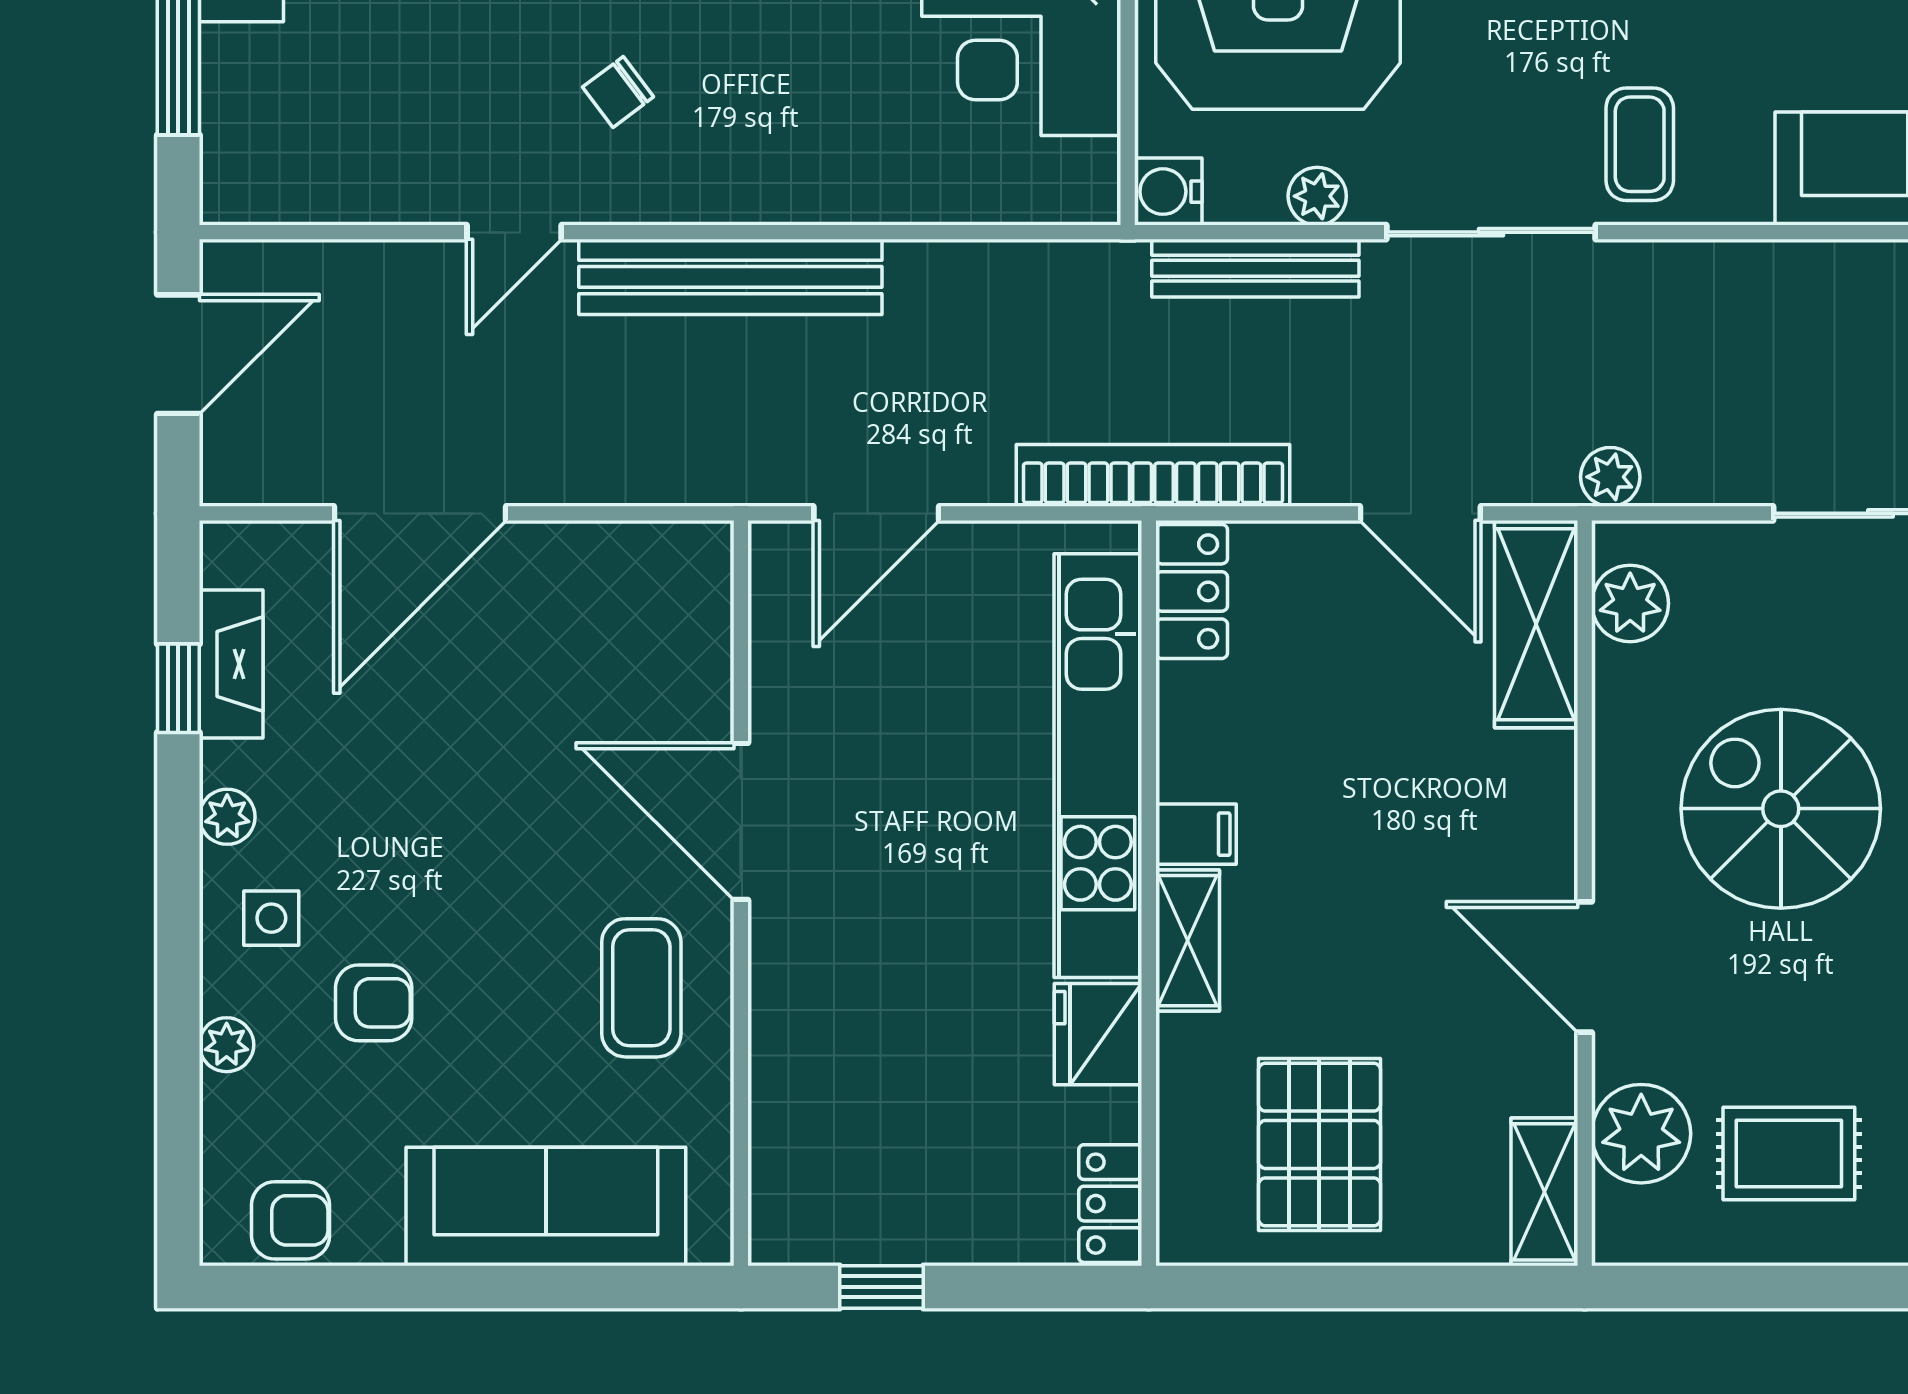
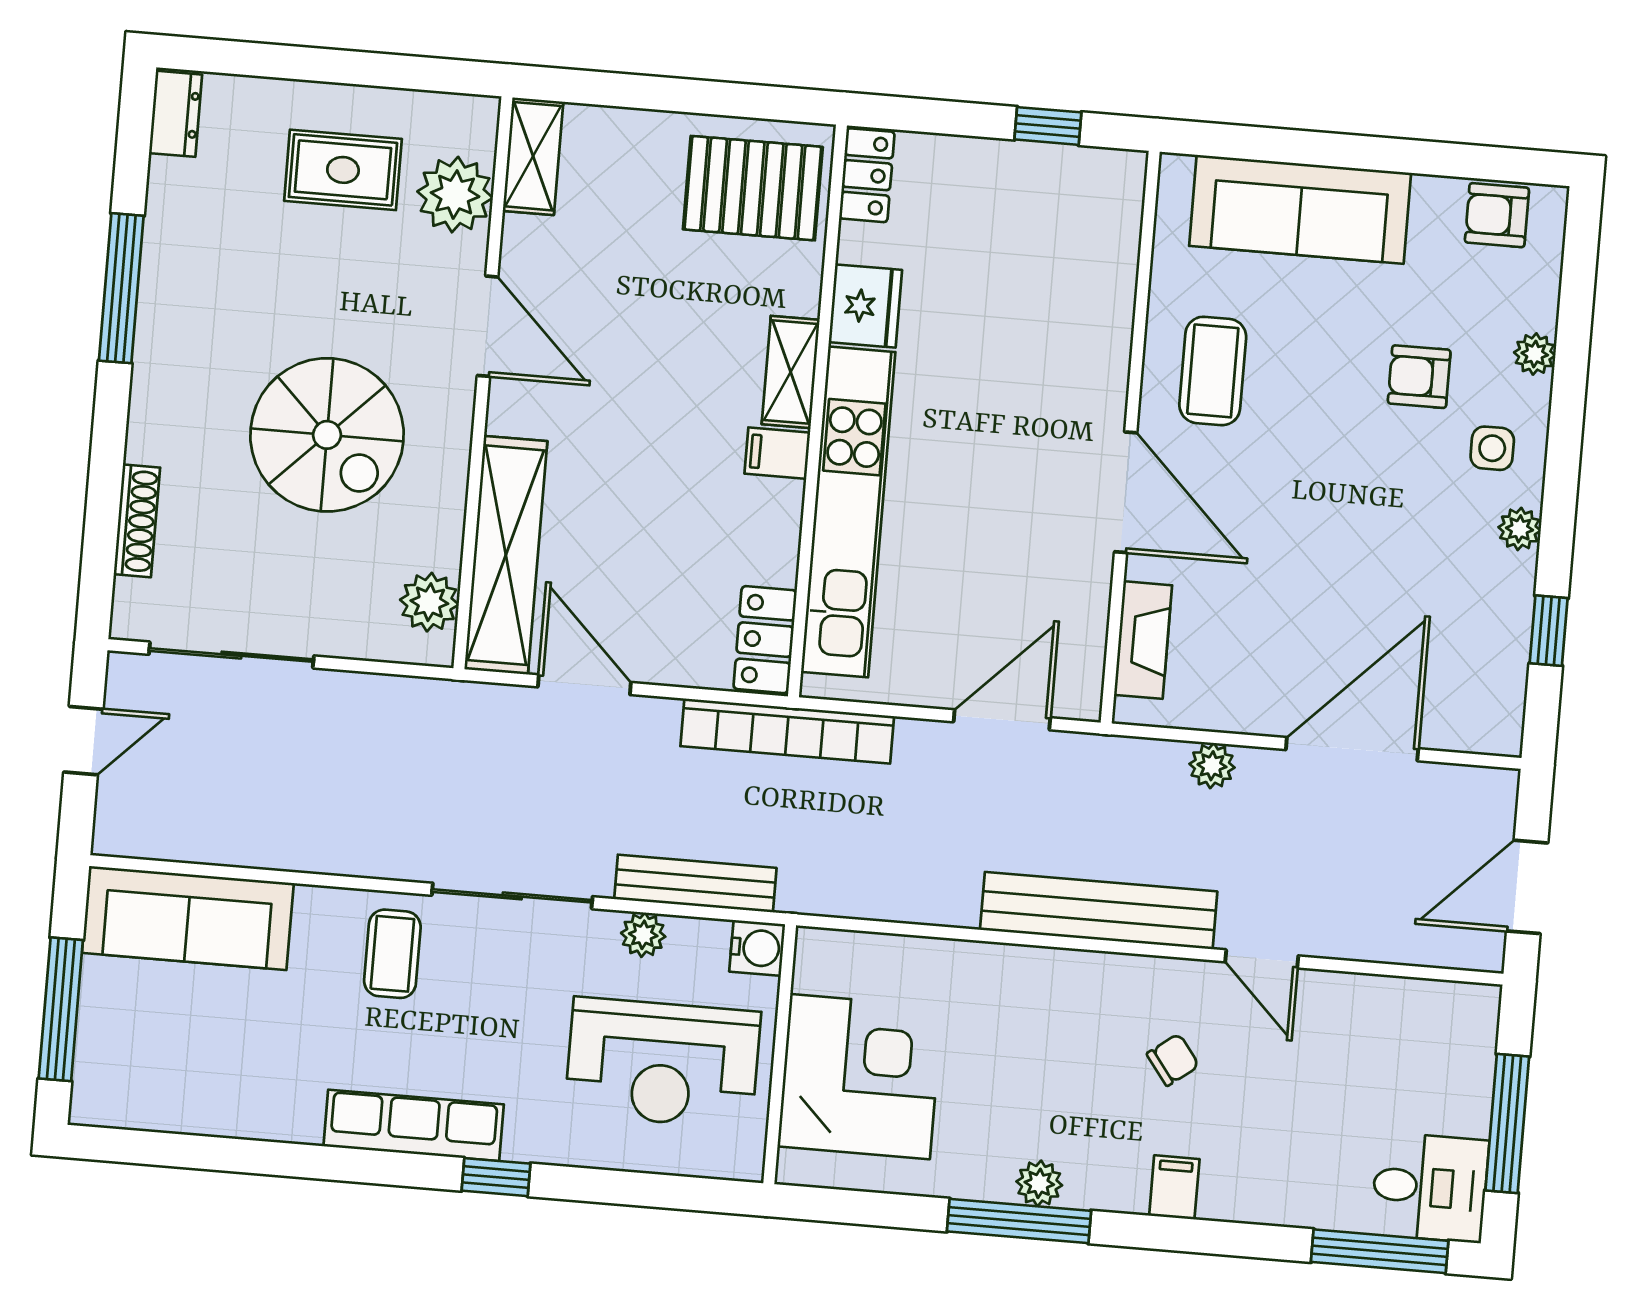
door: (514, 232) -> (1262, 959), swing flipped
plant: (1610, 477) -> (1212, 766), moved
shelving: (1536, 624) -> (506, 555), width x1.47
fireplace: (231, 664) -> (1143, 640), moved, turned 180
pallet: (1319, 1144) -> (753, 188), moved, turned 90

